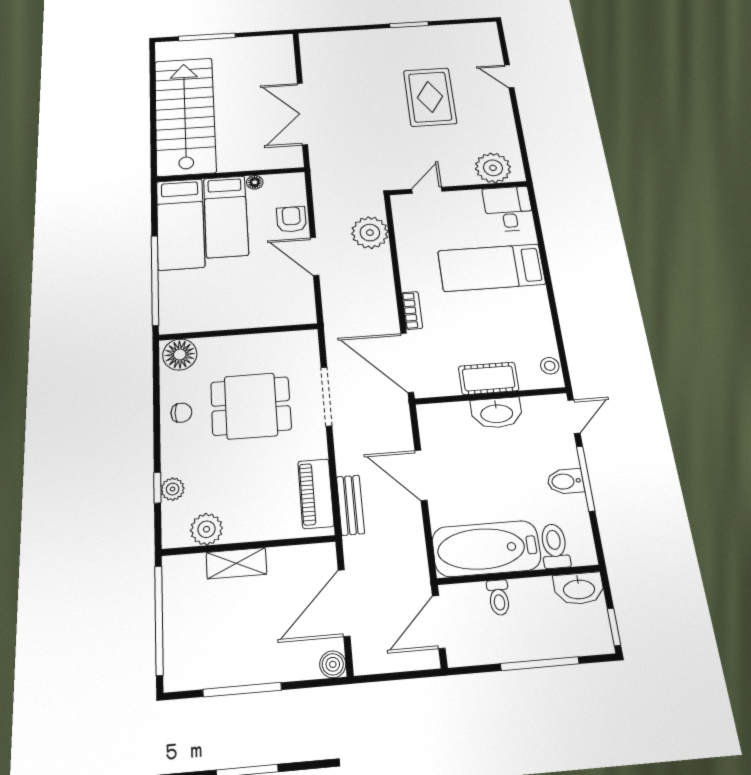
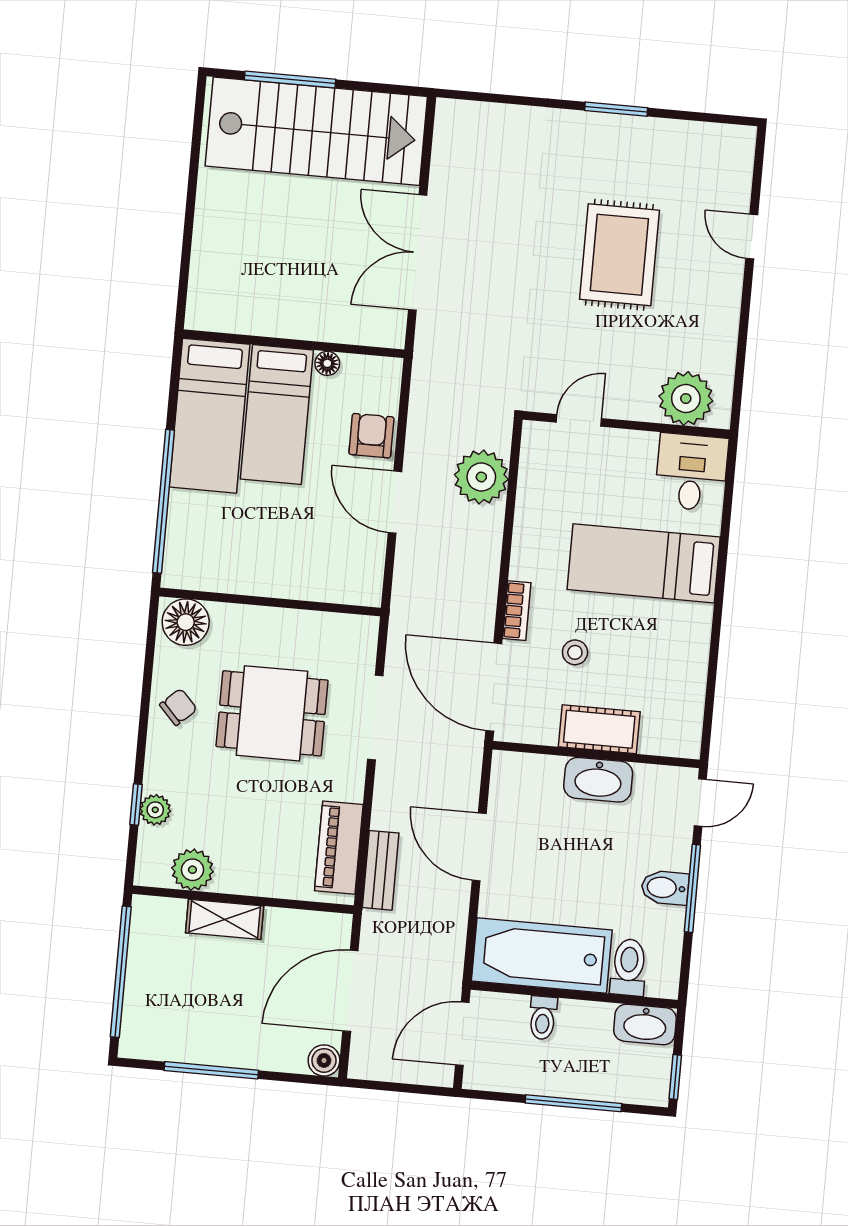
stairs: (185, 116) -> (316, 131), moved, turned 90
stool: (550, 366) -> (575, 652), moved
chair: (181, 413) -> (178, 707), turned -43

